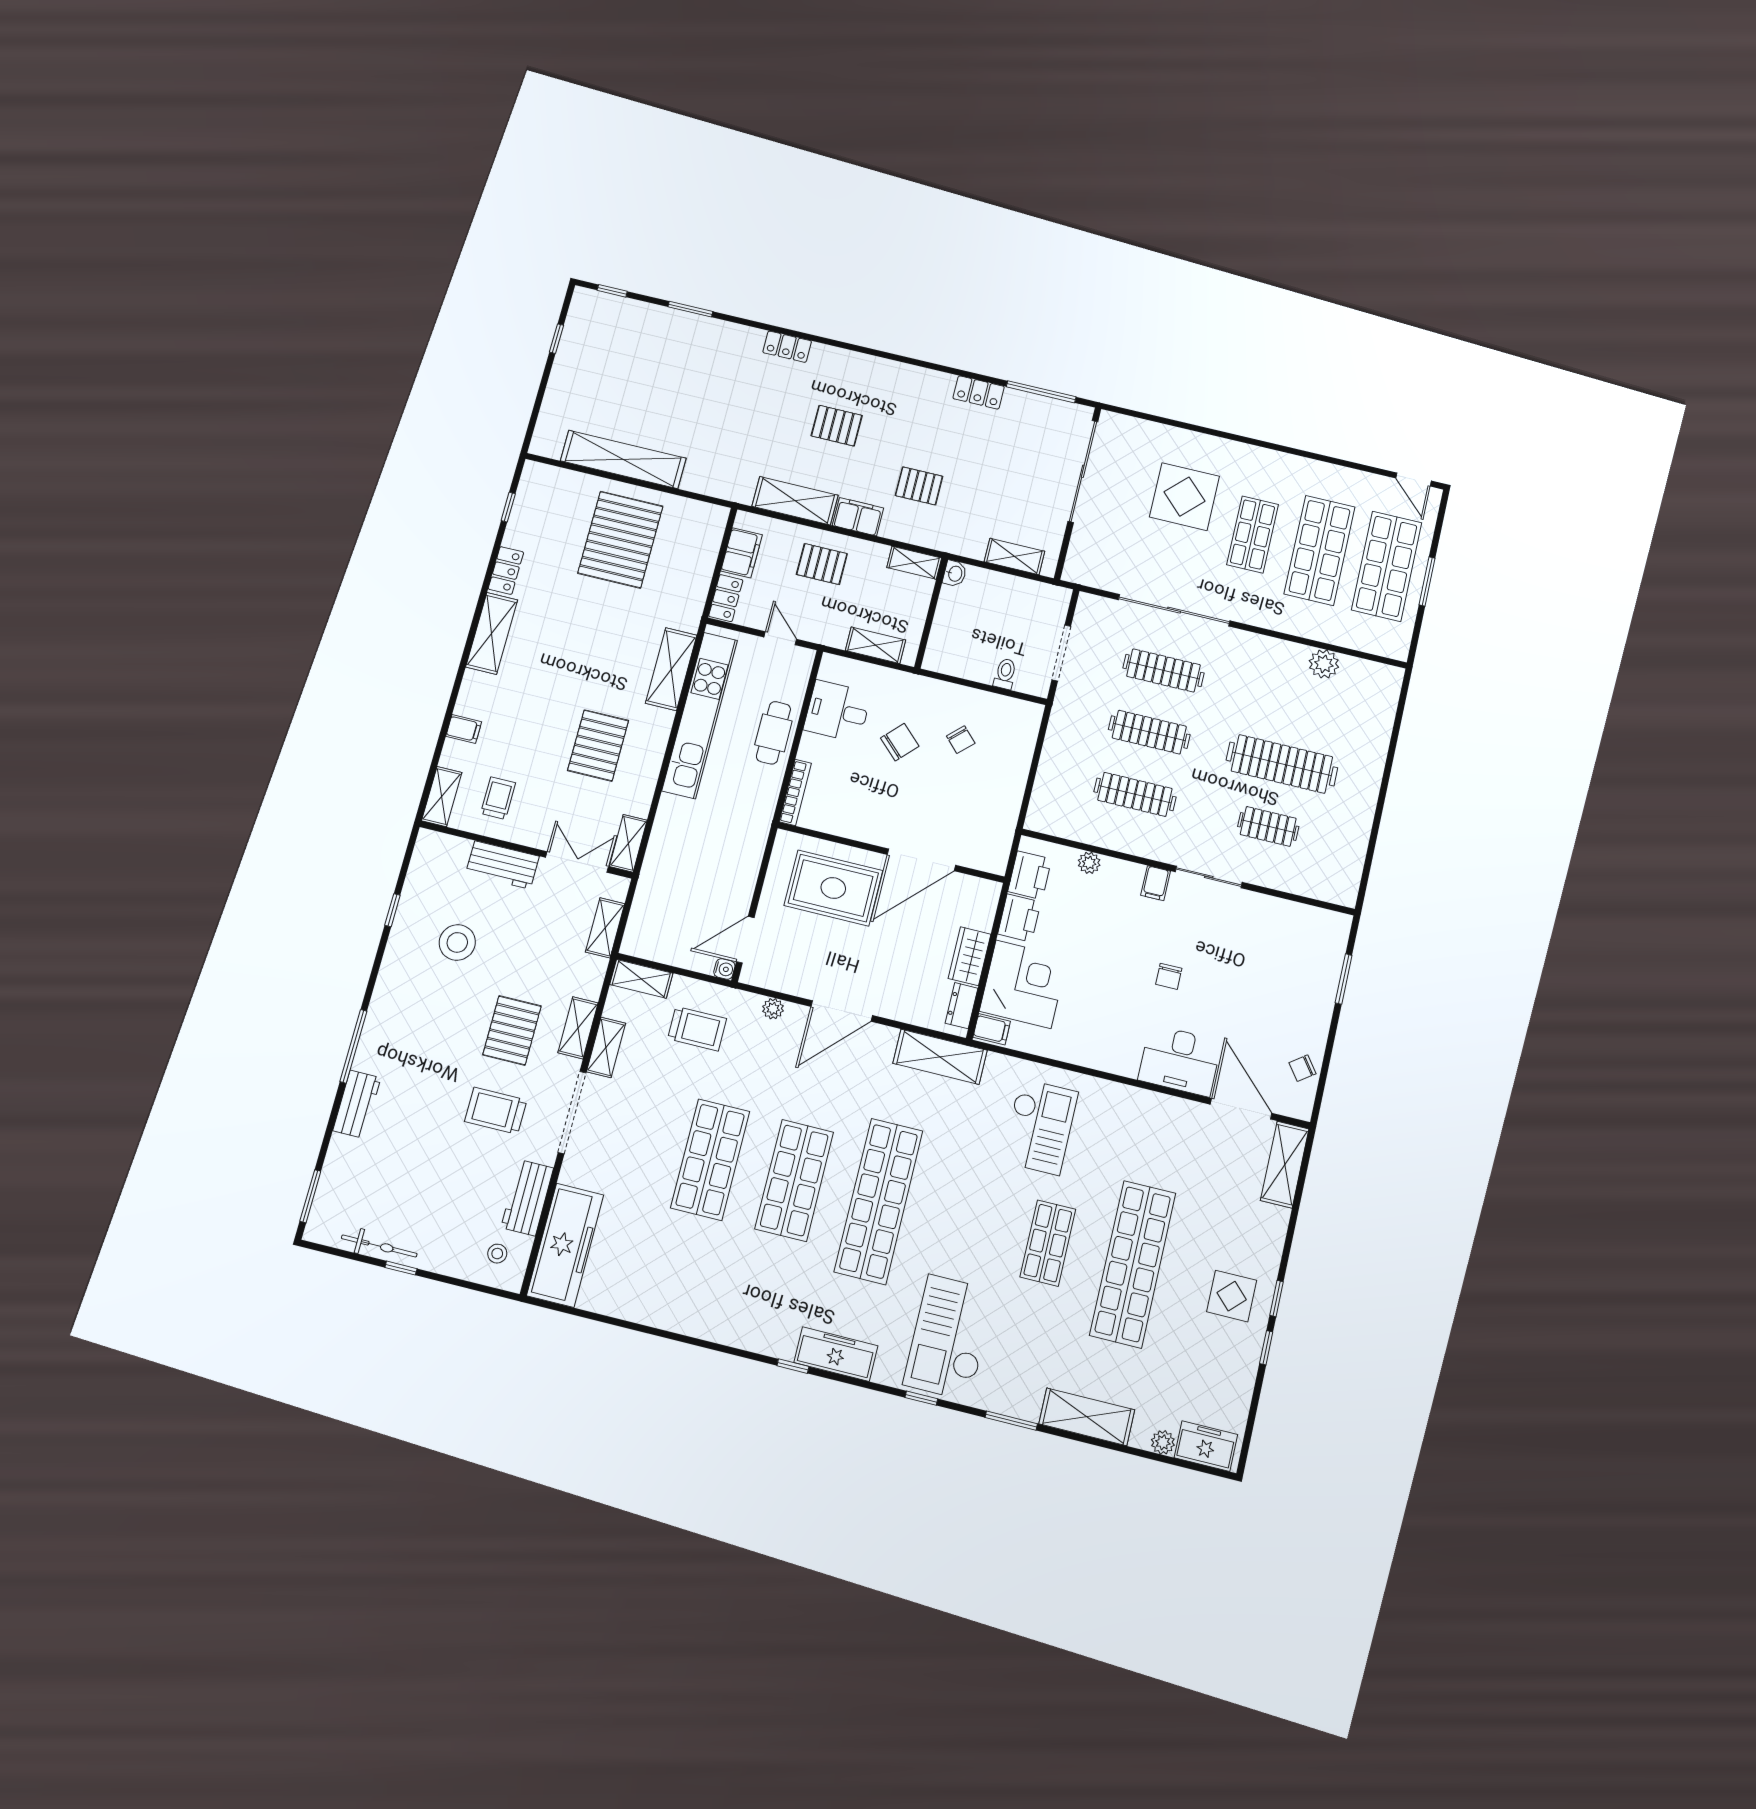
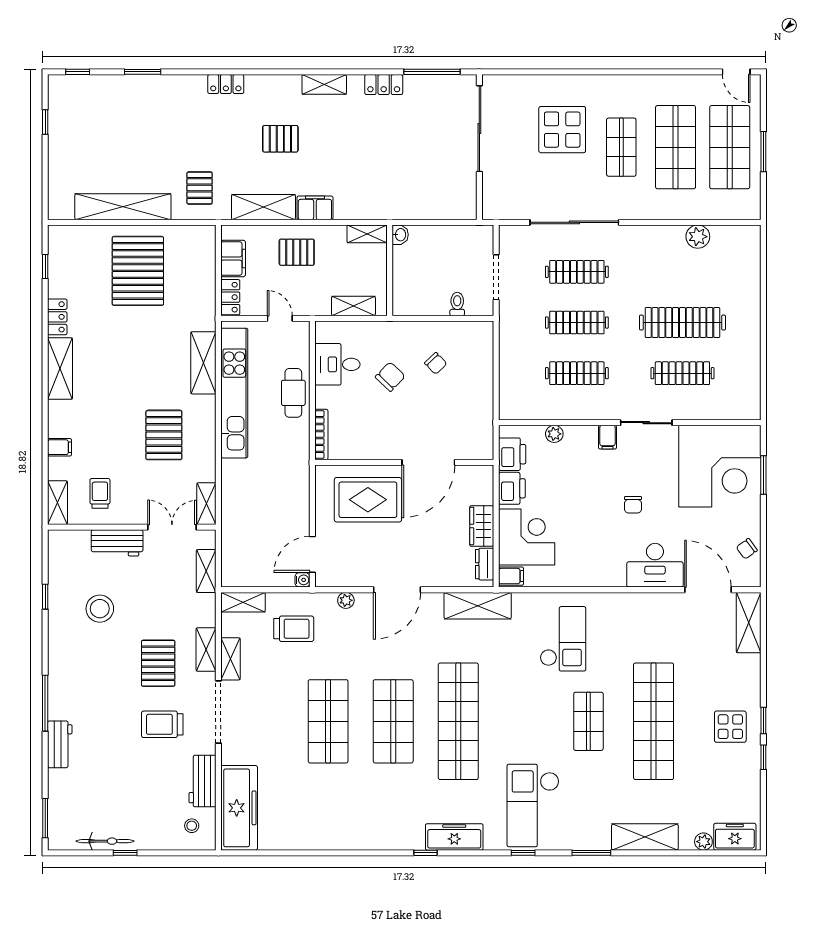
pallet: (919, 486) -> (200, 188), moved, turned 90
shelving: (1014, 556) -> (324, 84), moved
clothes rail: (1268, 826) -> (682, 373), width x1.36
corner desk: (1290, 954) -> (720, 466), added

